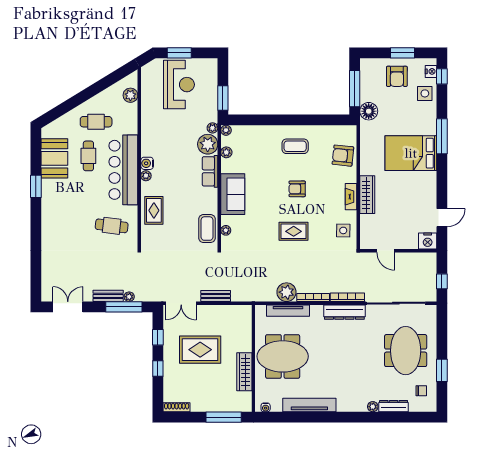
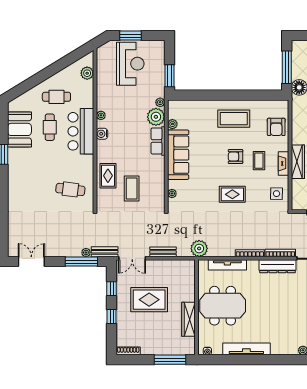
plant: (226, 130) -> (172, 104), removed
coffee table: (295, 146) -> (234, 119), width x1.36, depth x1.32
armchair: (343, 156) -> (276, 127), turned -96
bar counter: (123, 170) -> (81, 131), width x0.73
plant: (146, 176) -> (101, 115), moved
coffee table: (324, 193) -> (259, 161), added
sofa: (233, 194) -> (178, 155), width x1.36
coffee table: (207, 229) -> (132, 188), moved
plant: (286, 292) -> (199, 248), moved
bench: (108, 296) -> (105, 252), moved

